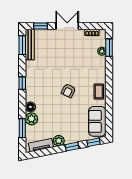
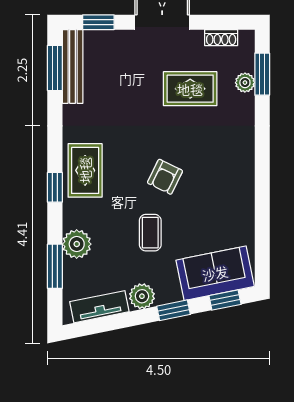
rug: (79, 54) -> (190, 89), added
window: (22, 83) -> (55, 187), moved
rug: (35, 88) -> (85, 170), added
coffee table: (99, 92) -> (150, 233), moved
floor lamp: (30, 107) -> (74, 216), removed
sofa: (97, 121) -> (215, 273), moved, turned 79

